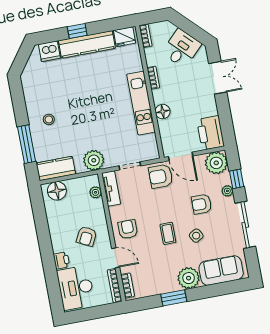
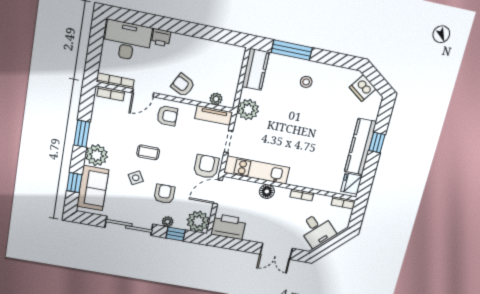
dishwasher: (49, 51) -> (363, 88), moved, turned -54
kitchen unit: (141, 103) -> (257, 170), moved
floor lamp: (57, 191) -> (233, 62), removed
armchair: (86, 236) -> (183, 85), moved
window: (222, 289) -> (74, 183), added

